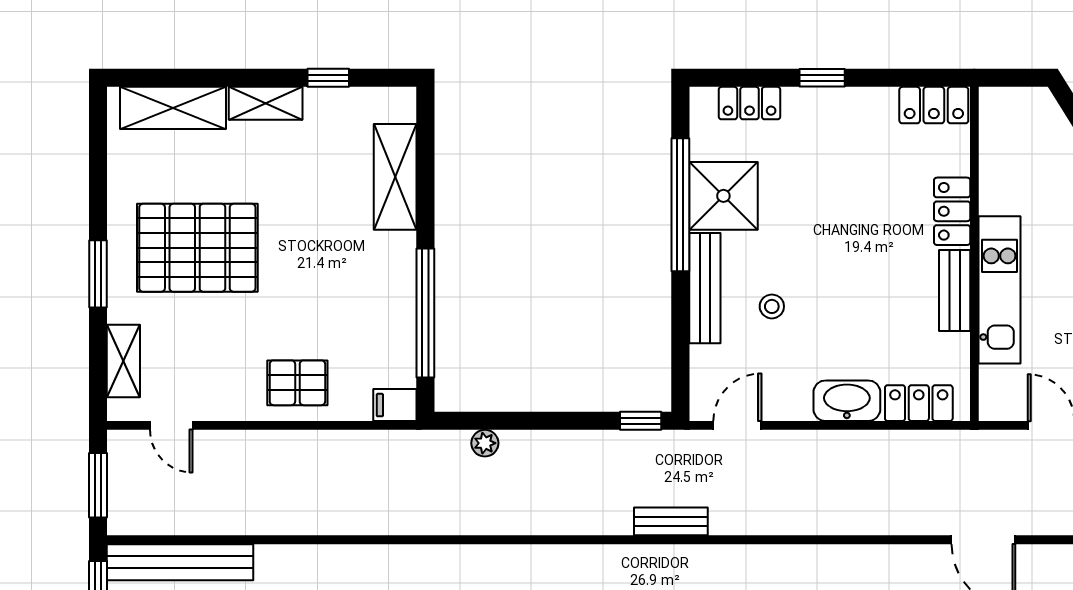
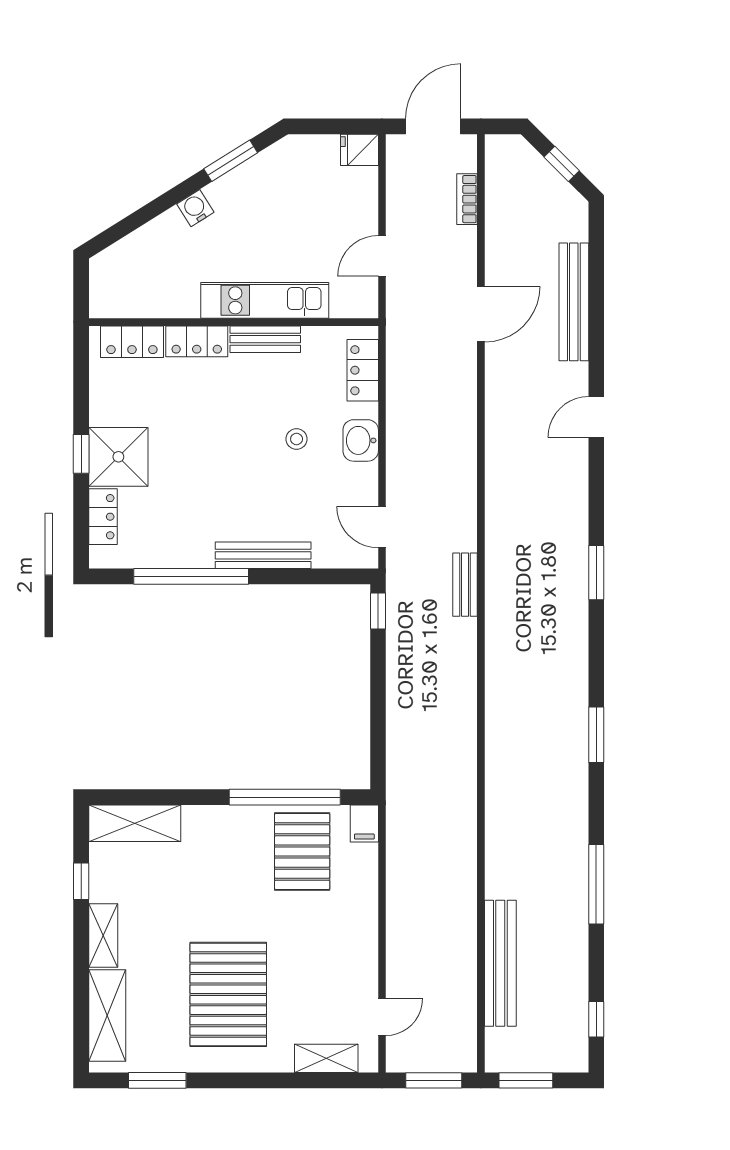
locker: (934, 105) -> (132, 342), moved, turned 90
shelving: (395, 177) -> (135, 823), moved
shower: (723, 196) -> (118, 457), moved
window: (98, 274) -> (157, 1080), moved
stool: (772, 306) -> (297, 439), moved
pallet: (297, 383) -> (302, 851), moved, width x1.50, depth x1.42
washbasin: (847, 401) -> (361, 440), width x0.72
plant: (485, 443) -> (397, 746), removed
bench: (180, 562) -> (500, 963), moved

